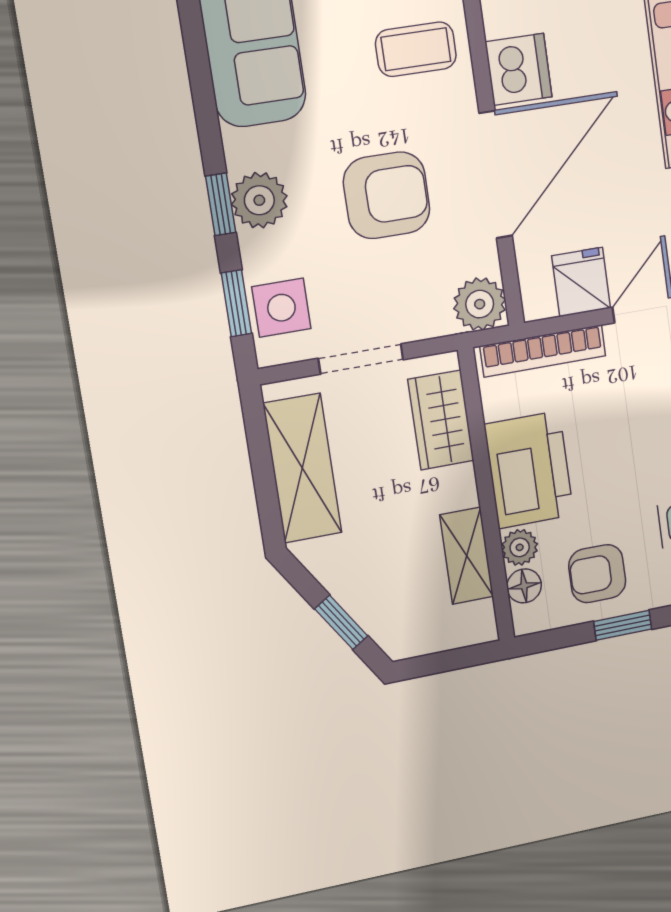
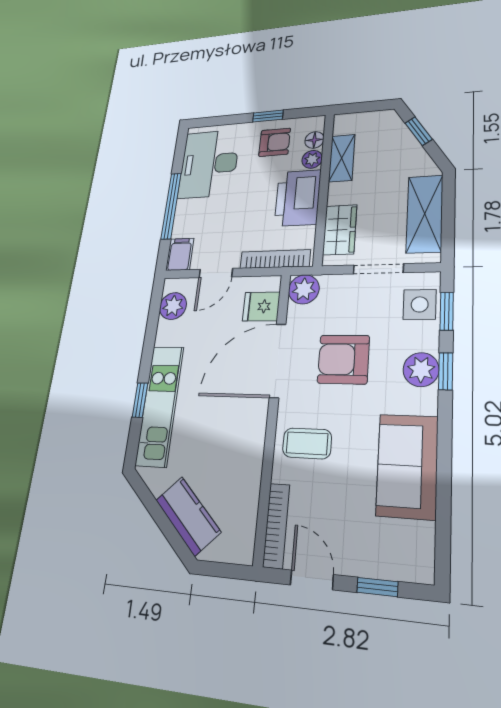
dishwasher: (518, 69) -> (250, 419), removed
fridge: (581, 282) -> (261, 306), moved, turned 90

